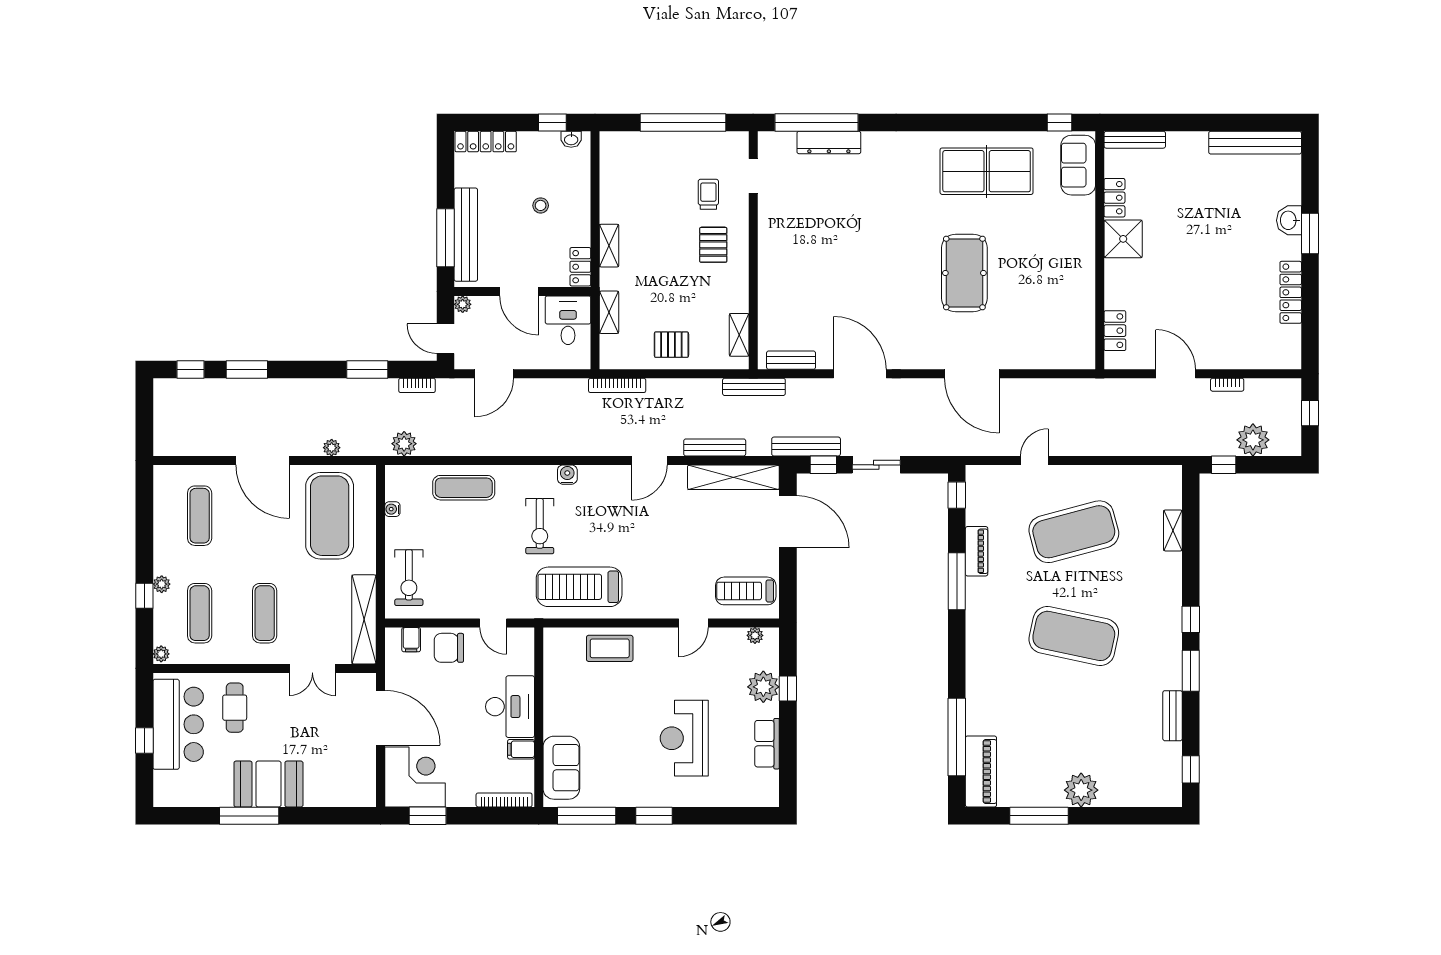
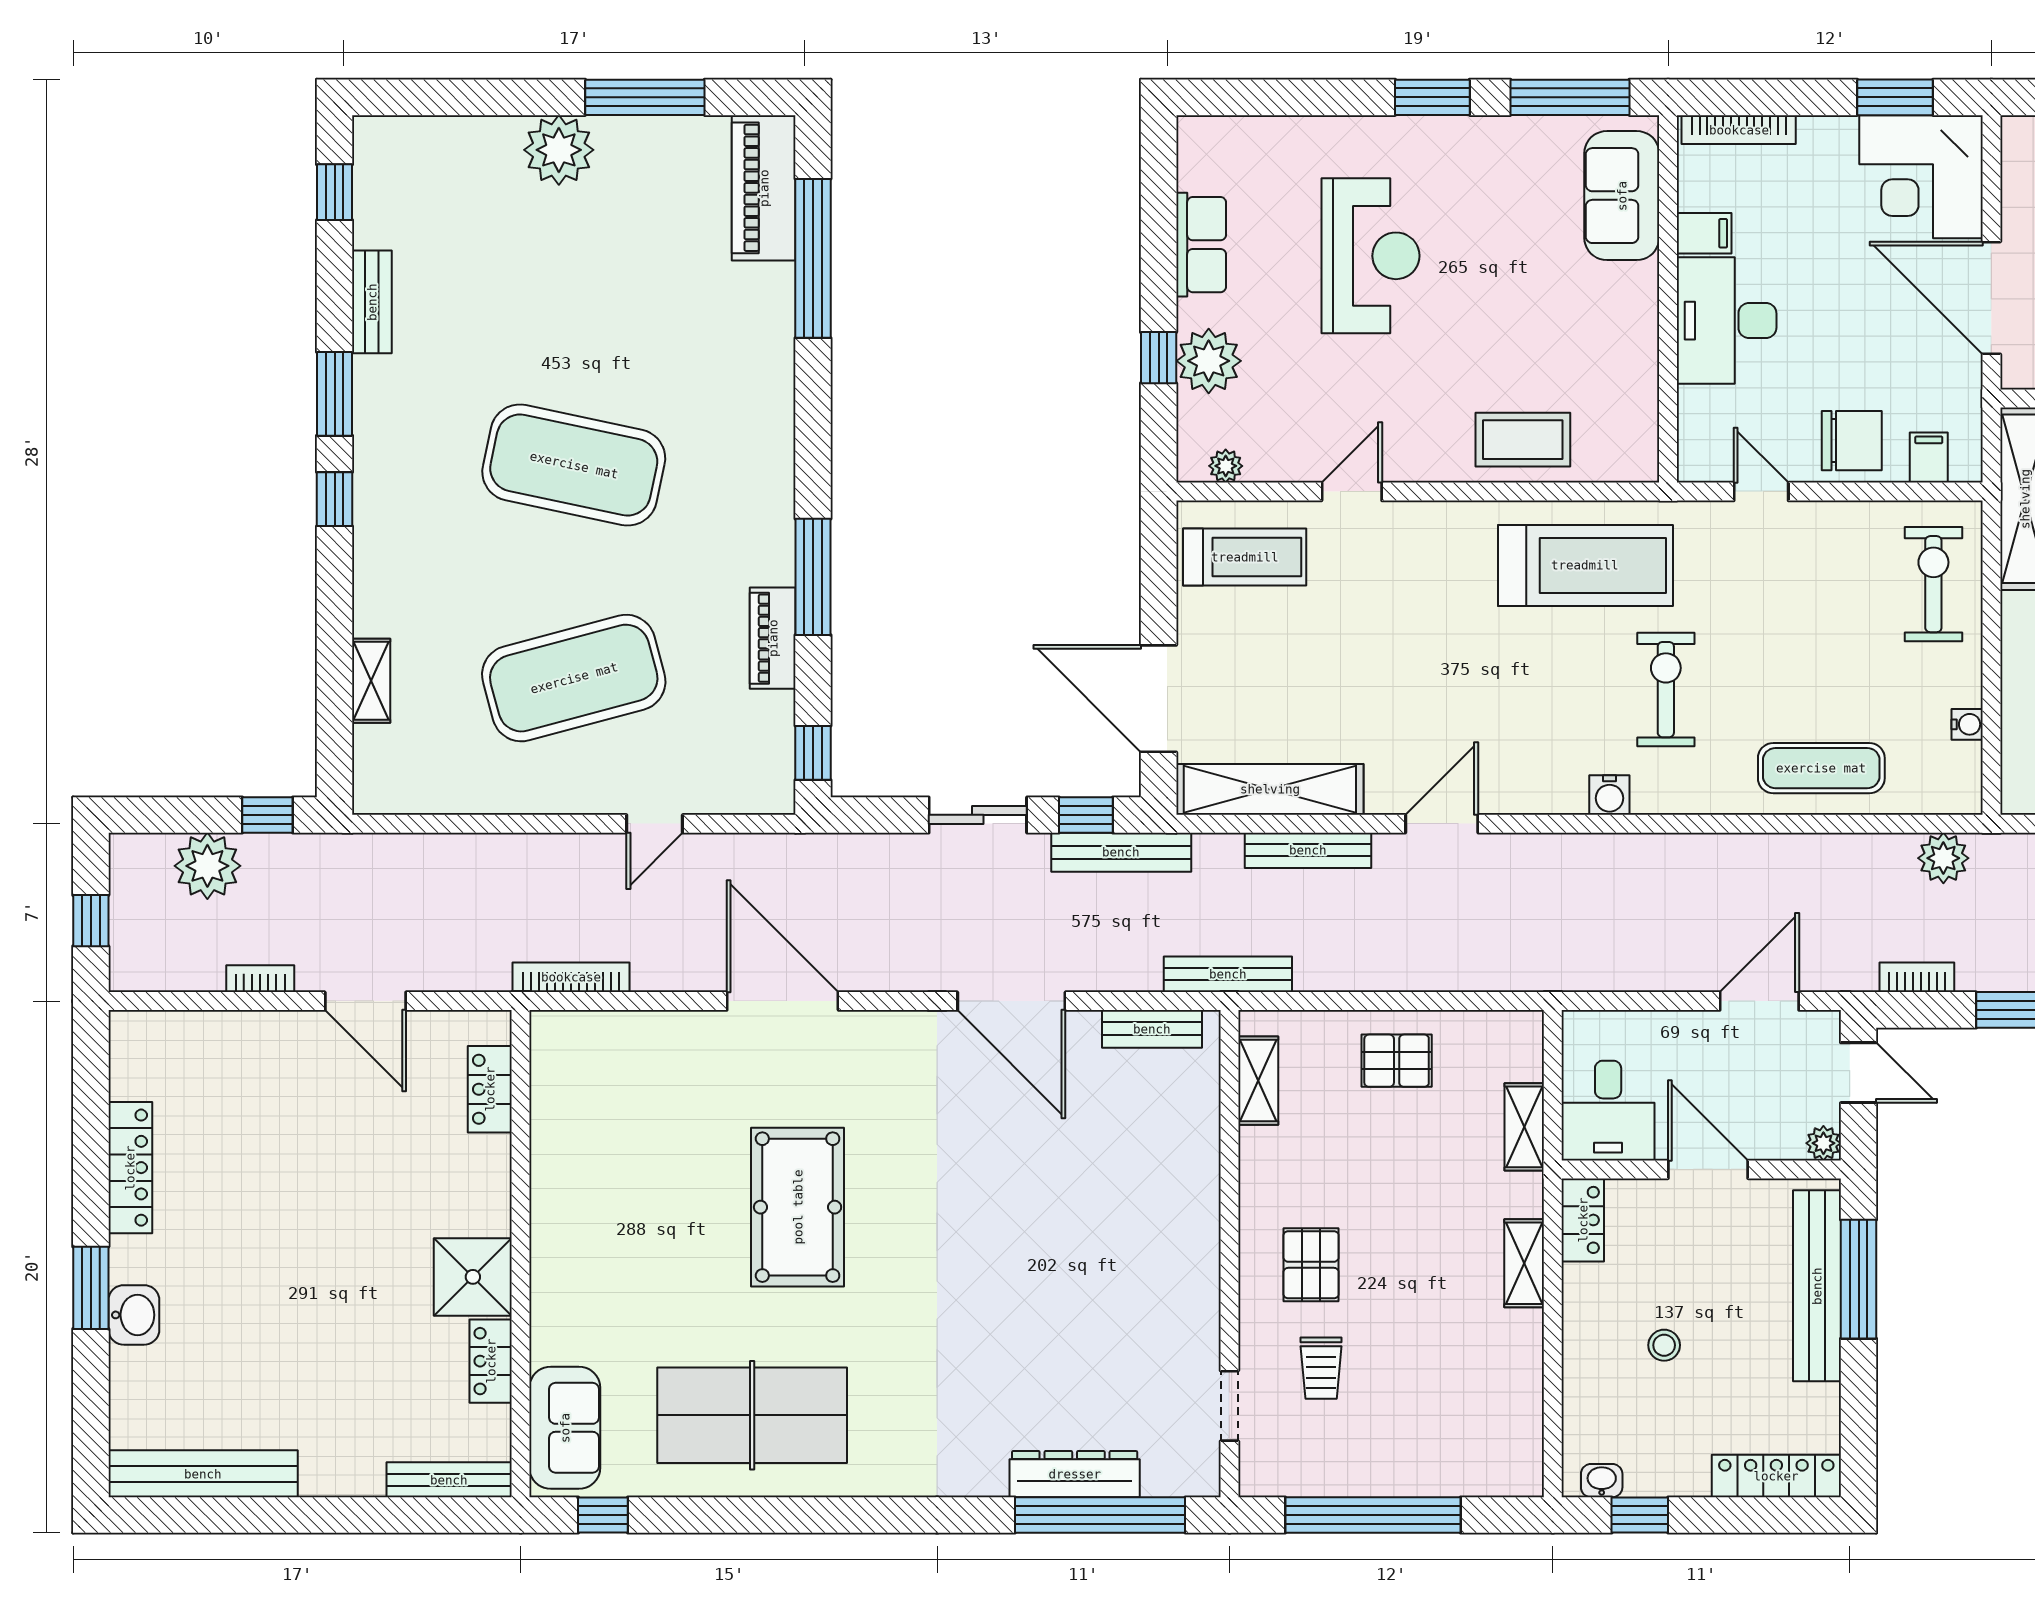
bookcase: (617, 385) -> (571, 977), moved

